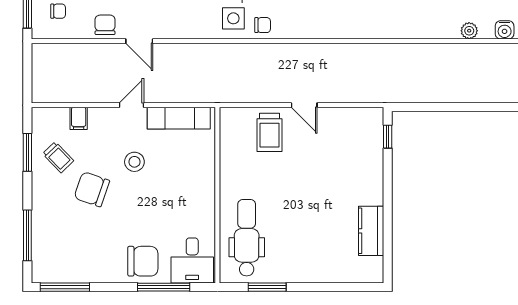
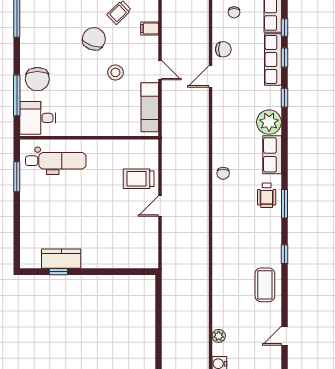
side table: (233, 18) -> (228, 150), removed
window: (388, 137) -> (58, 272), moved

